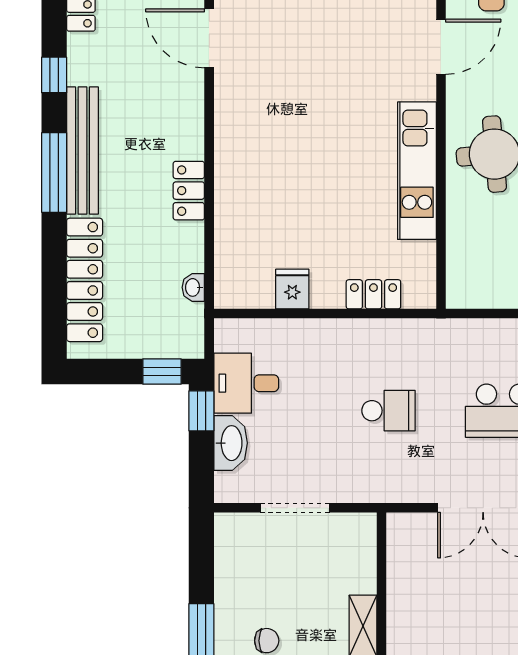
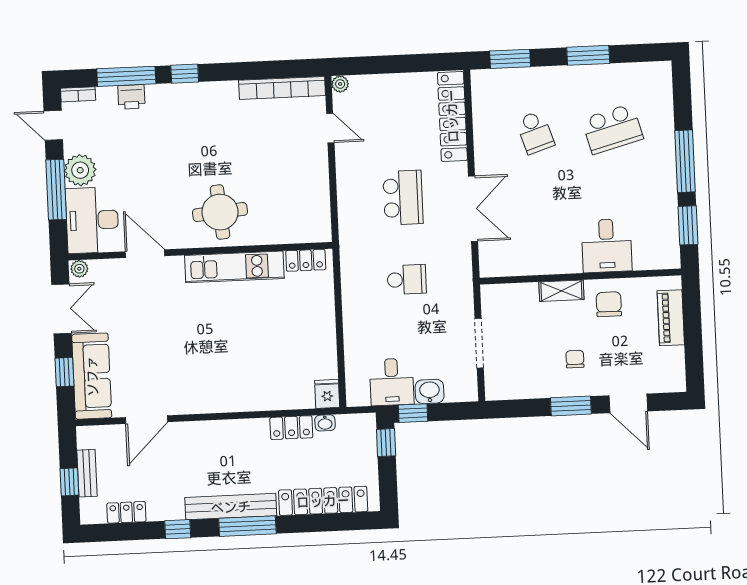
locker: (189, 191) -> (291, 428), moved
fridge: (292, 289) -> (327, 394), moved, turned 90
locker: (373, 294) -> (306, 260), moved, turned -90
school desk: (388, 411) -> (407, 280), turned 90
washbasin: (231, 443) -> (430, 391), width x0.72

